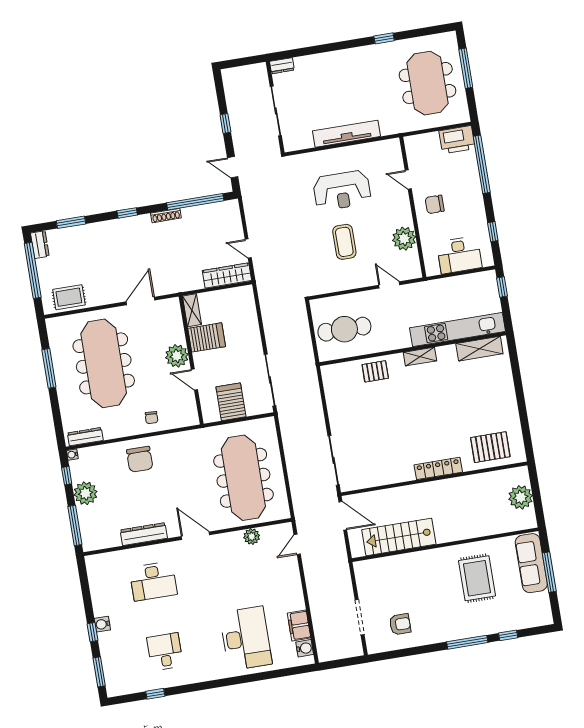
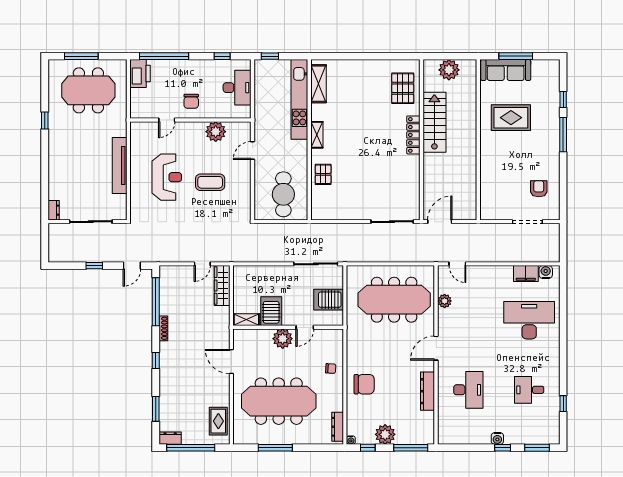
stairs: (399, 537) -> (434, 122), moved, turned 180

